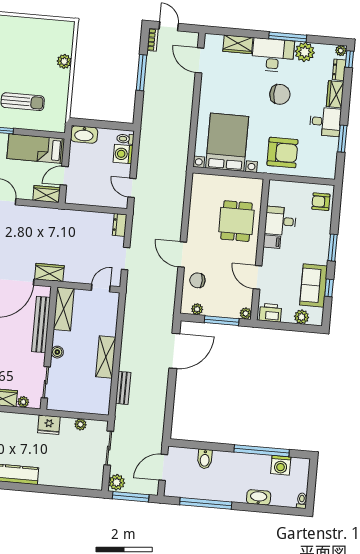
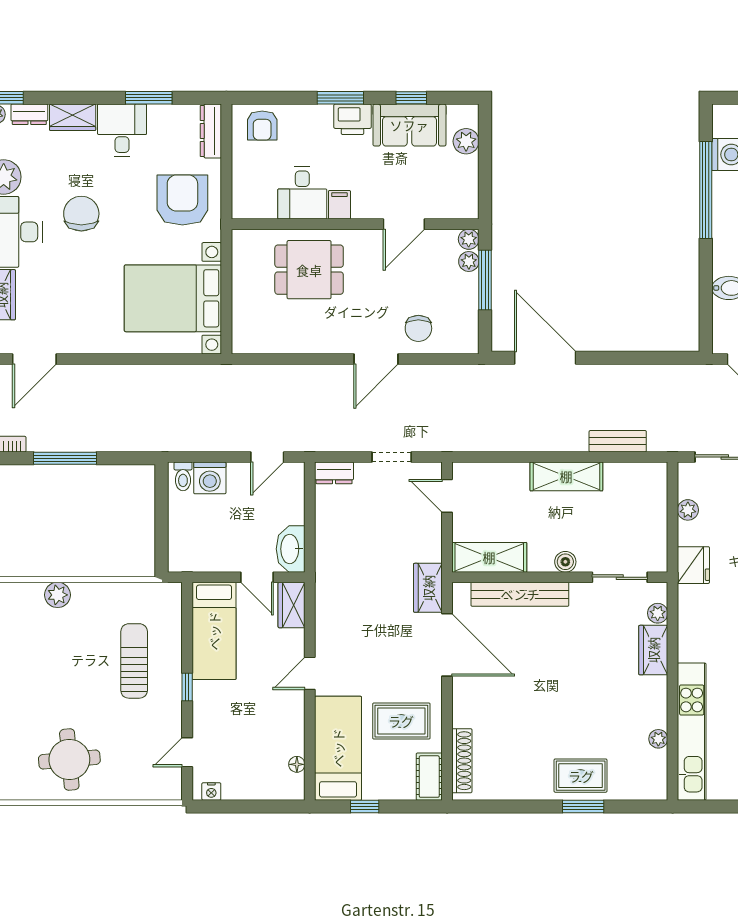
washbasin: (84, 134) -> (291, 549), moved, turned 180
dresser: (320, 172) -> (211, 131), added
plant: (197, 309) -> (469, 261), moved
printer: (270, 313) -> (353, 119), moved, turned -90

